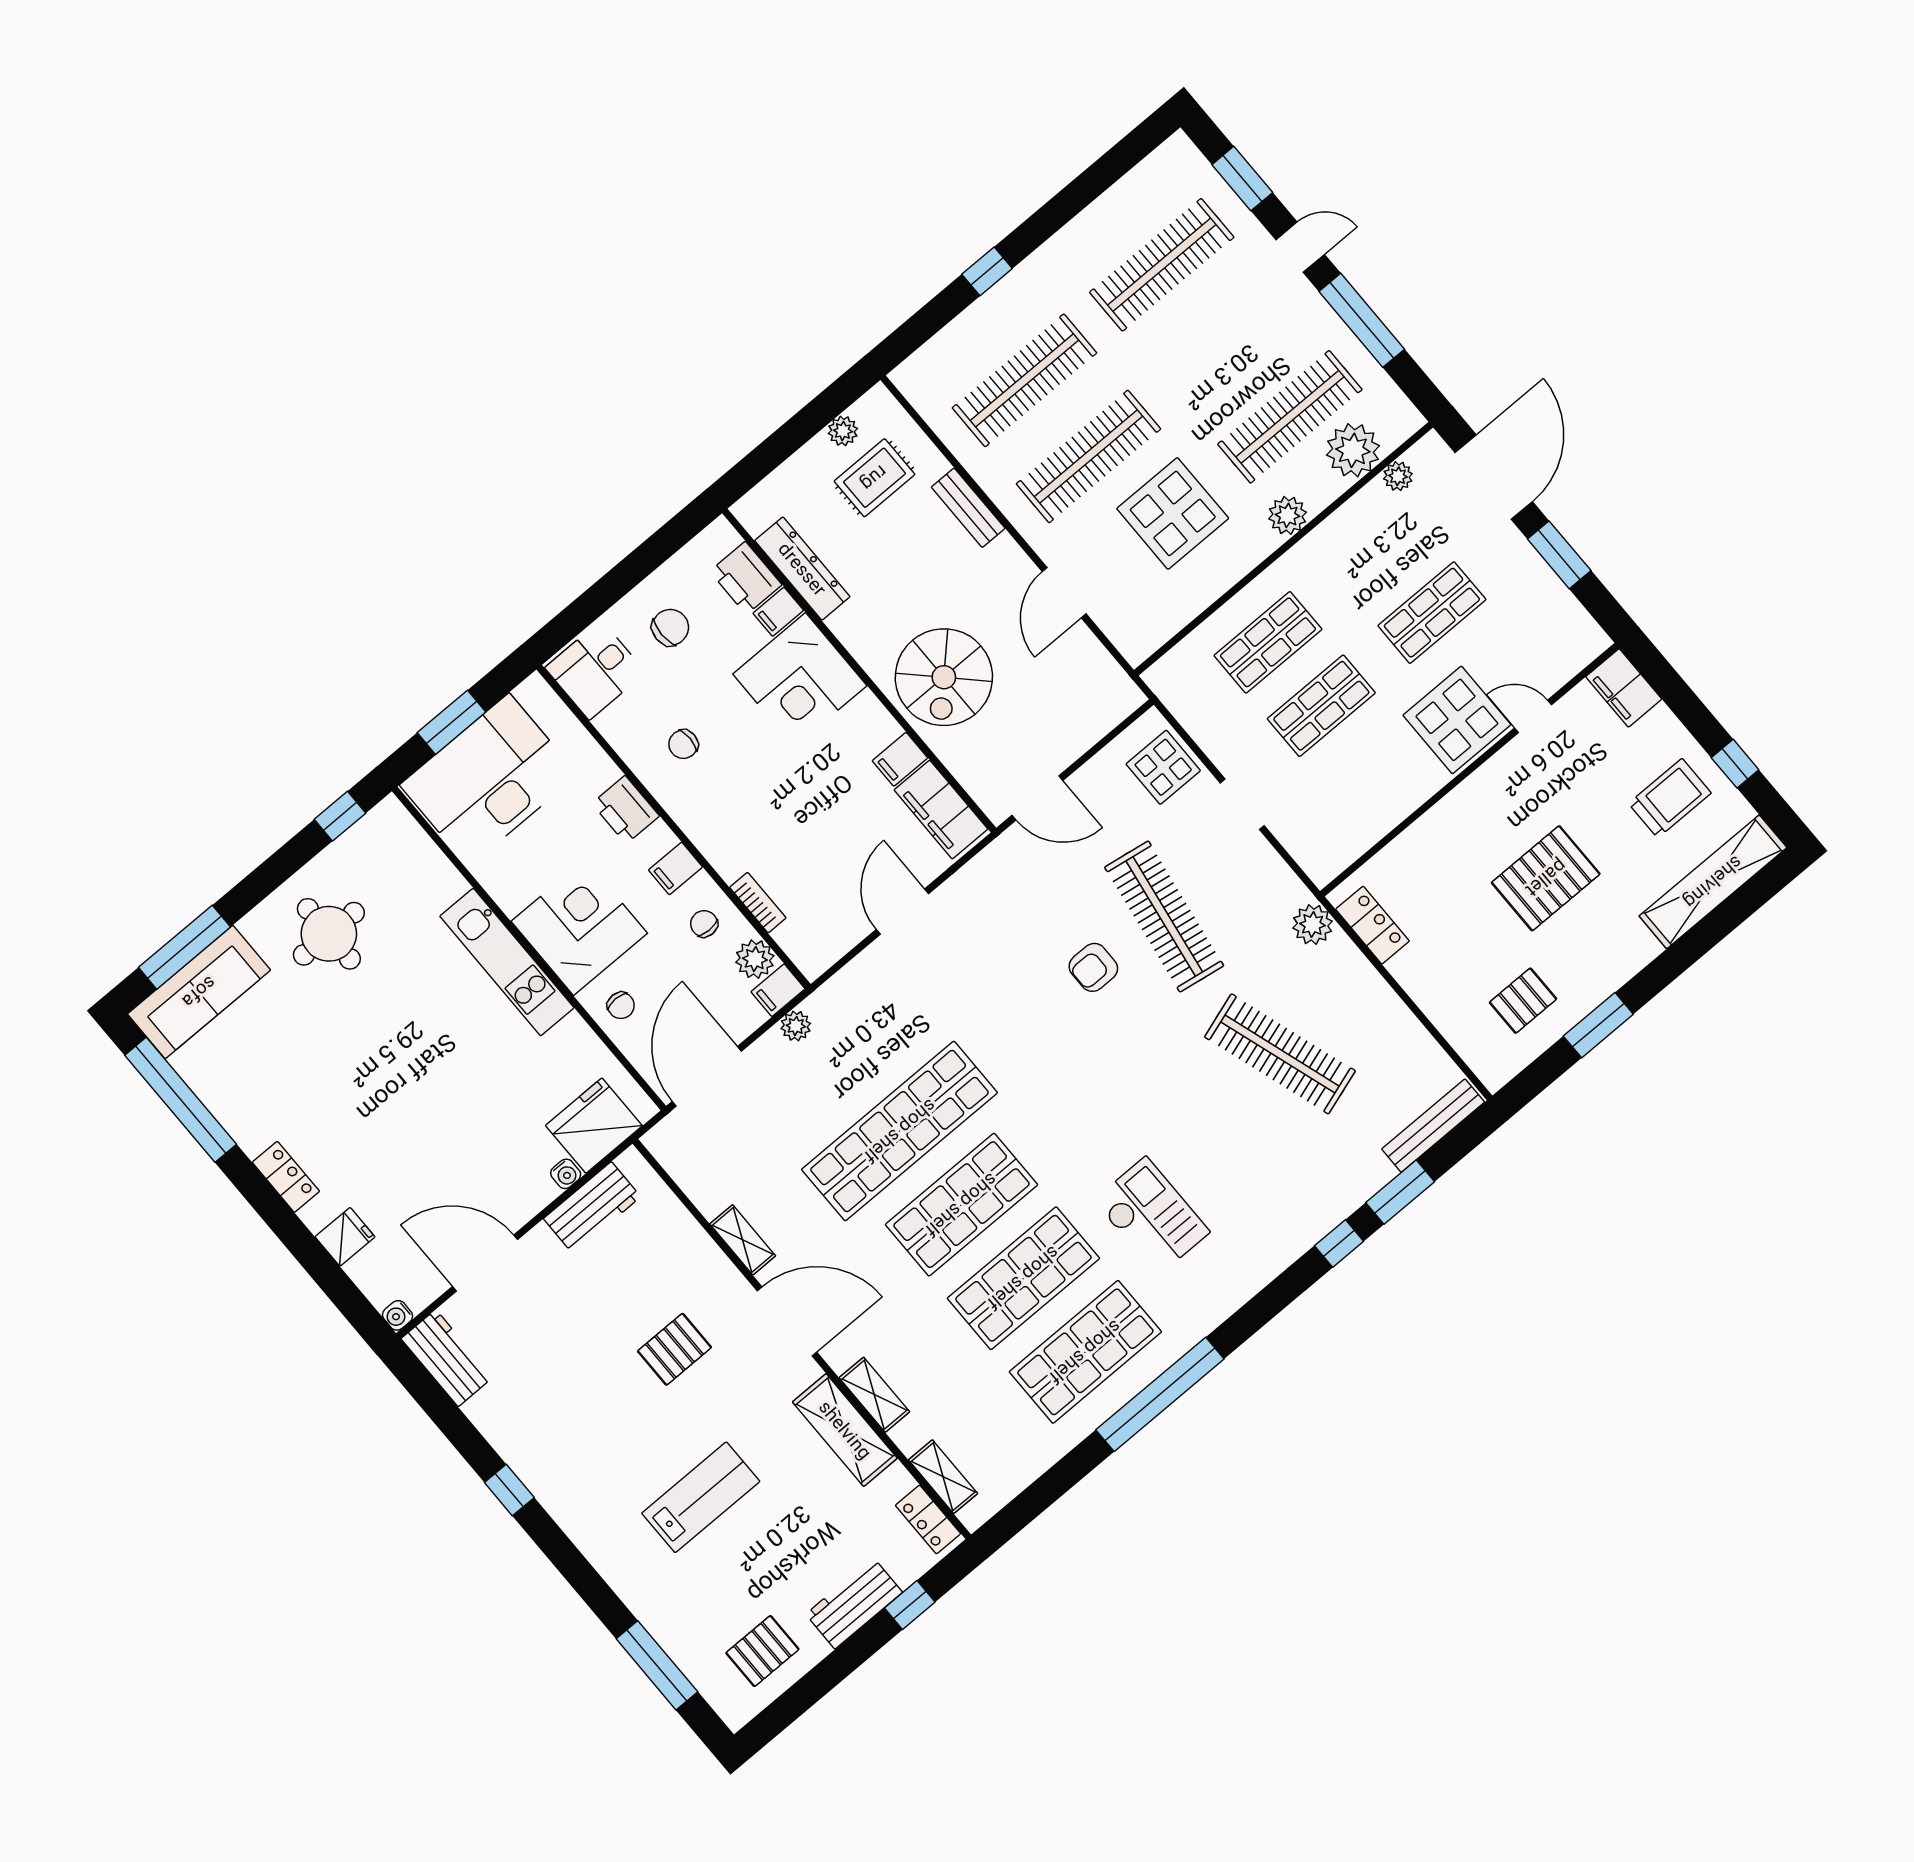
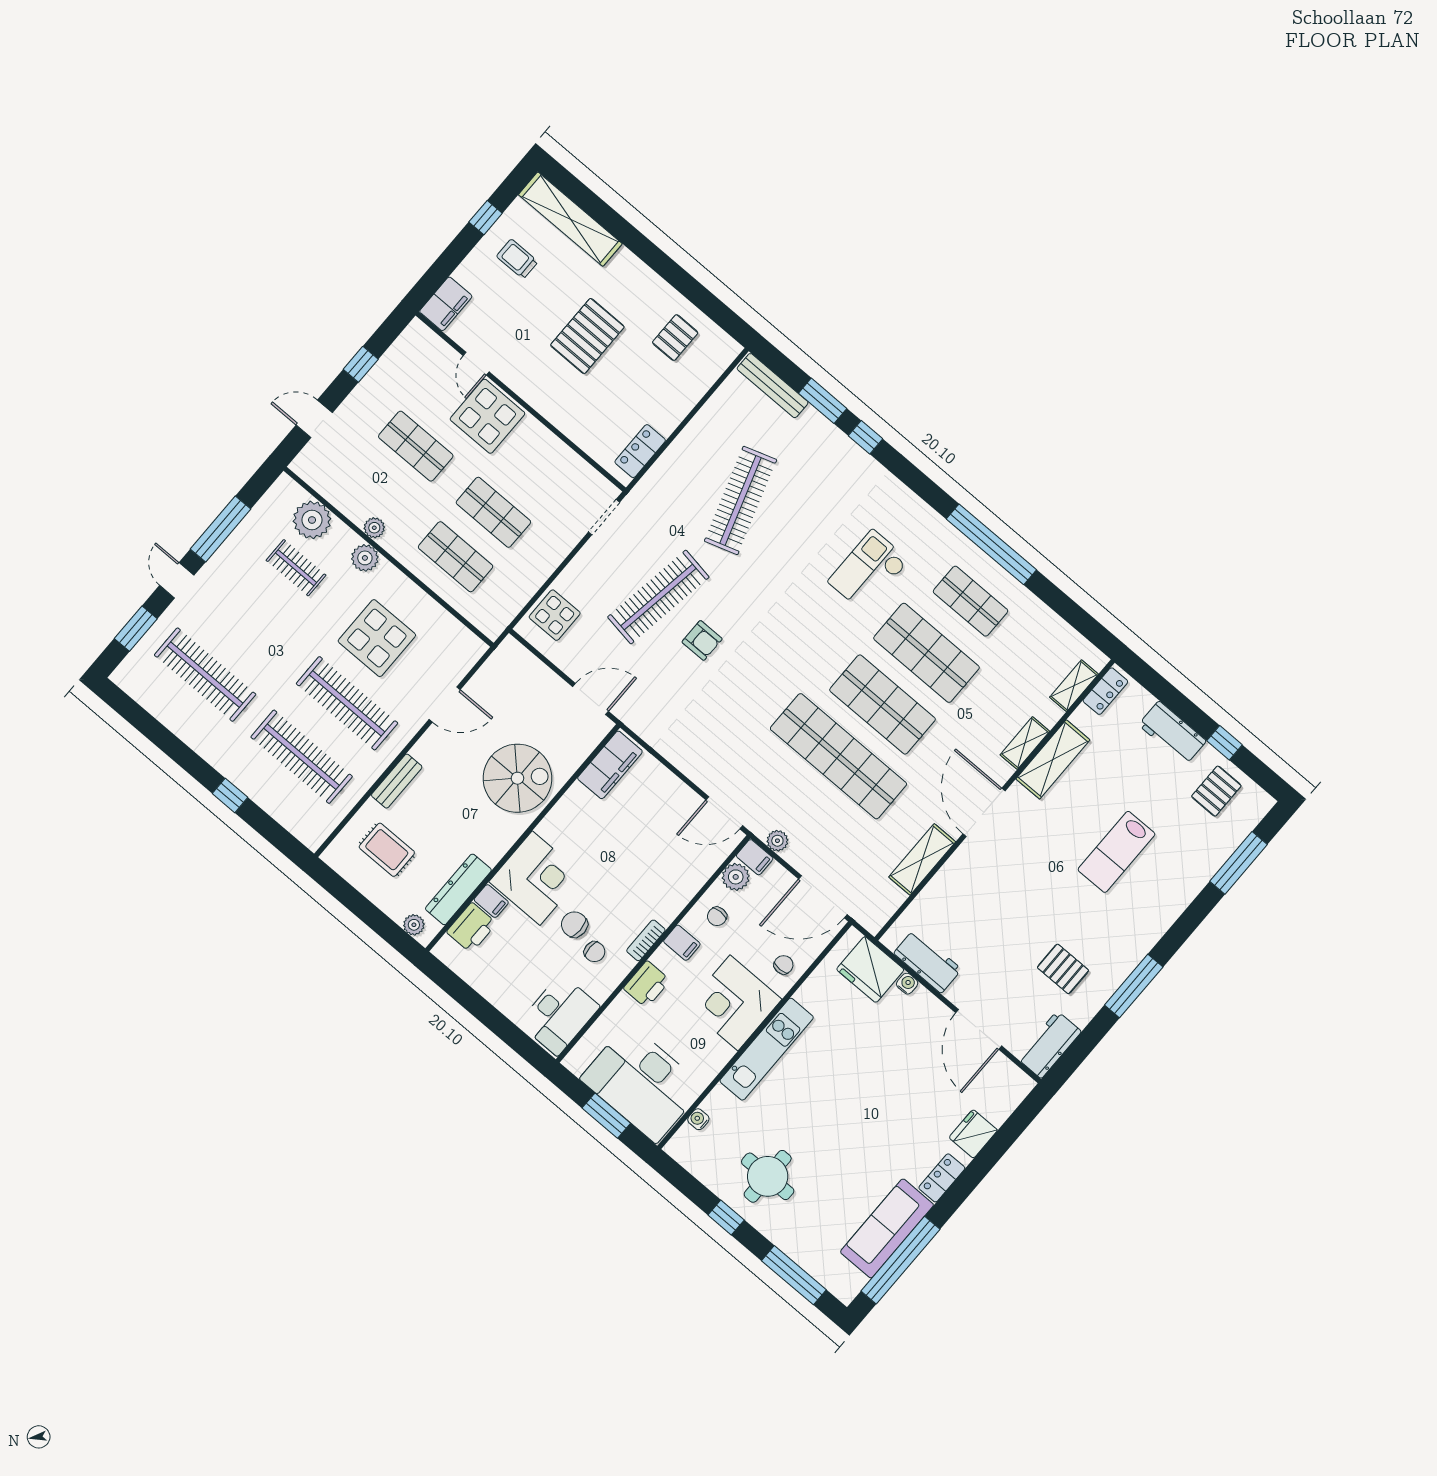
clothes rail: (1290, 417) -> (296, 568), width x0.54, depth x0.76
plant: (843, 431) -> (414, 925), moved
plant: (1398, 476) -> (374, 528), moved
door: (1494, 477) -> (314, 419), width x0.53
window: (1559, 555) -> (361, 364), width x0.67
chair: (670, 627) -> (574, 925), moved
desk: (595, 670) -> (559, 1015), width x1.37
filing cabinet: (900, 759) -> (580, 799), removed
door: (1037, 798) -> (591, 699), hinge flipped
trolley: (1670, 798) -> (517, 259), width x0.73, depth x0.72
doorway: (1242, 804) -> (604, 517), moved
window: (340, 816) -> (726, 1218), moved
pallet: (1546, 878) -> (587, 336), turned 90
bookcase: (758, 903) -> (646, 940), moved
door: (902, 912) -> (724, 813), moved
plant: (1313, 925) -> (647, 493), removed
sofa: (199, 992) -> (887, 1228), moved, turned -90
pallet: (1523, 1001) -> (675, 338), turned 90
window: (1598, 1025) -> (683, 282), removed
fridge: (345, 1237) -> (973, 1134), width x1.38
shelving: (743, 1240) -> (922, 859), width x1.50, depth x1.33
water cooler: (398, 1315) -> (698, 1119), moved, turned 180
pallet: (674, 1349) -> (1063, 969), moved
shop shelf: (1085, 1352) -> (970, 601), width x0.70, depth x0.74
window: (509, 1490) -> (1134, 986), width x2.17
lab bench: (701, 1497) -> (1116, 852), turned -90
window: (910, 1605) -> (1225, 743), moved
pallet: (762, 1651) -> (1216, 791), turned 90

